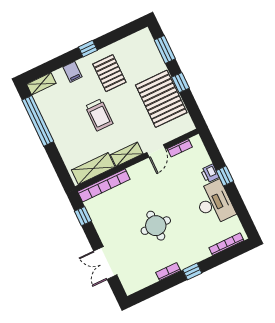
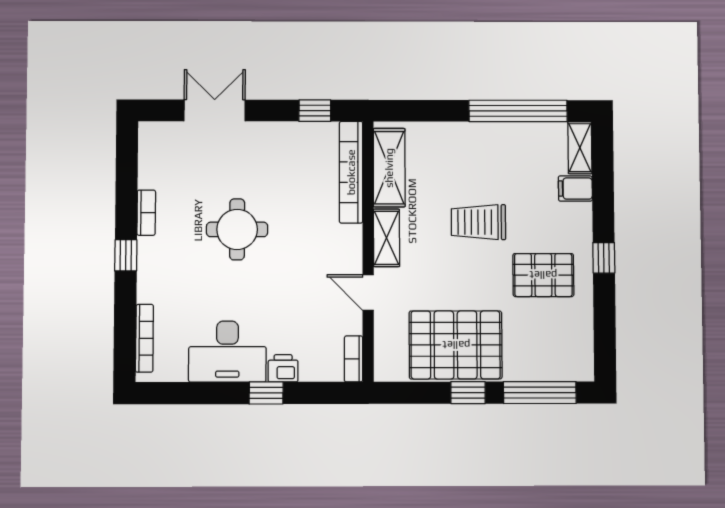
window: (165, 49) -> (540, 393), width x1.44
filing cabinet: (72, 72) -> (575, 189), moved
bookcase: (180, 148) -> (354, 359), moved

